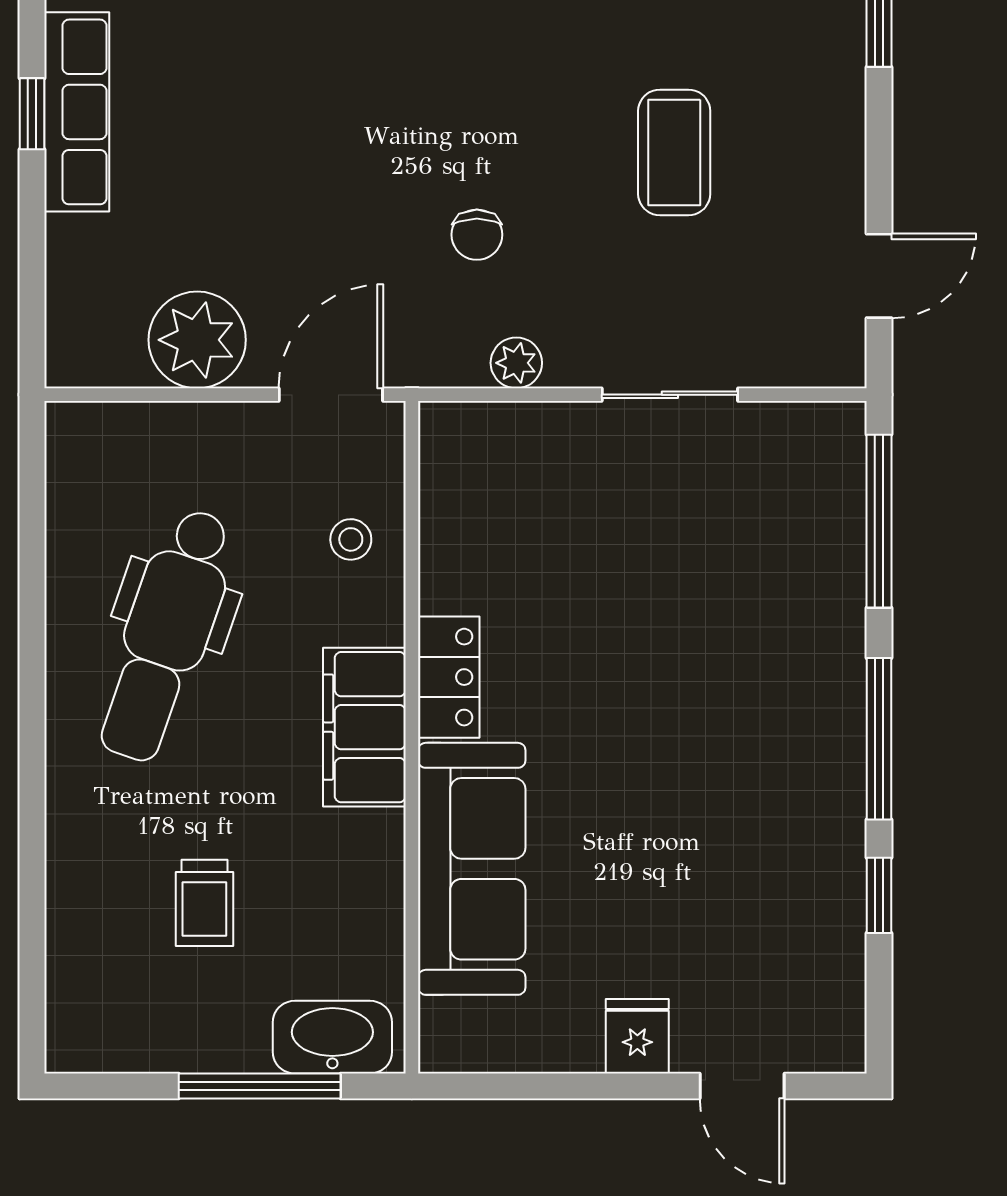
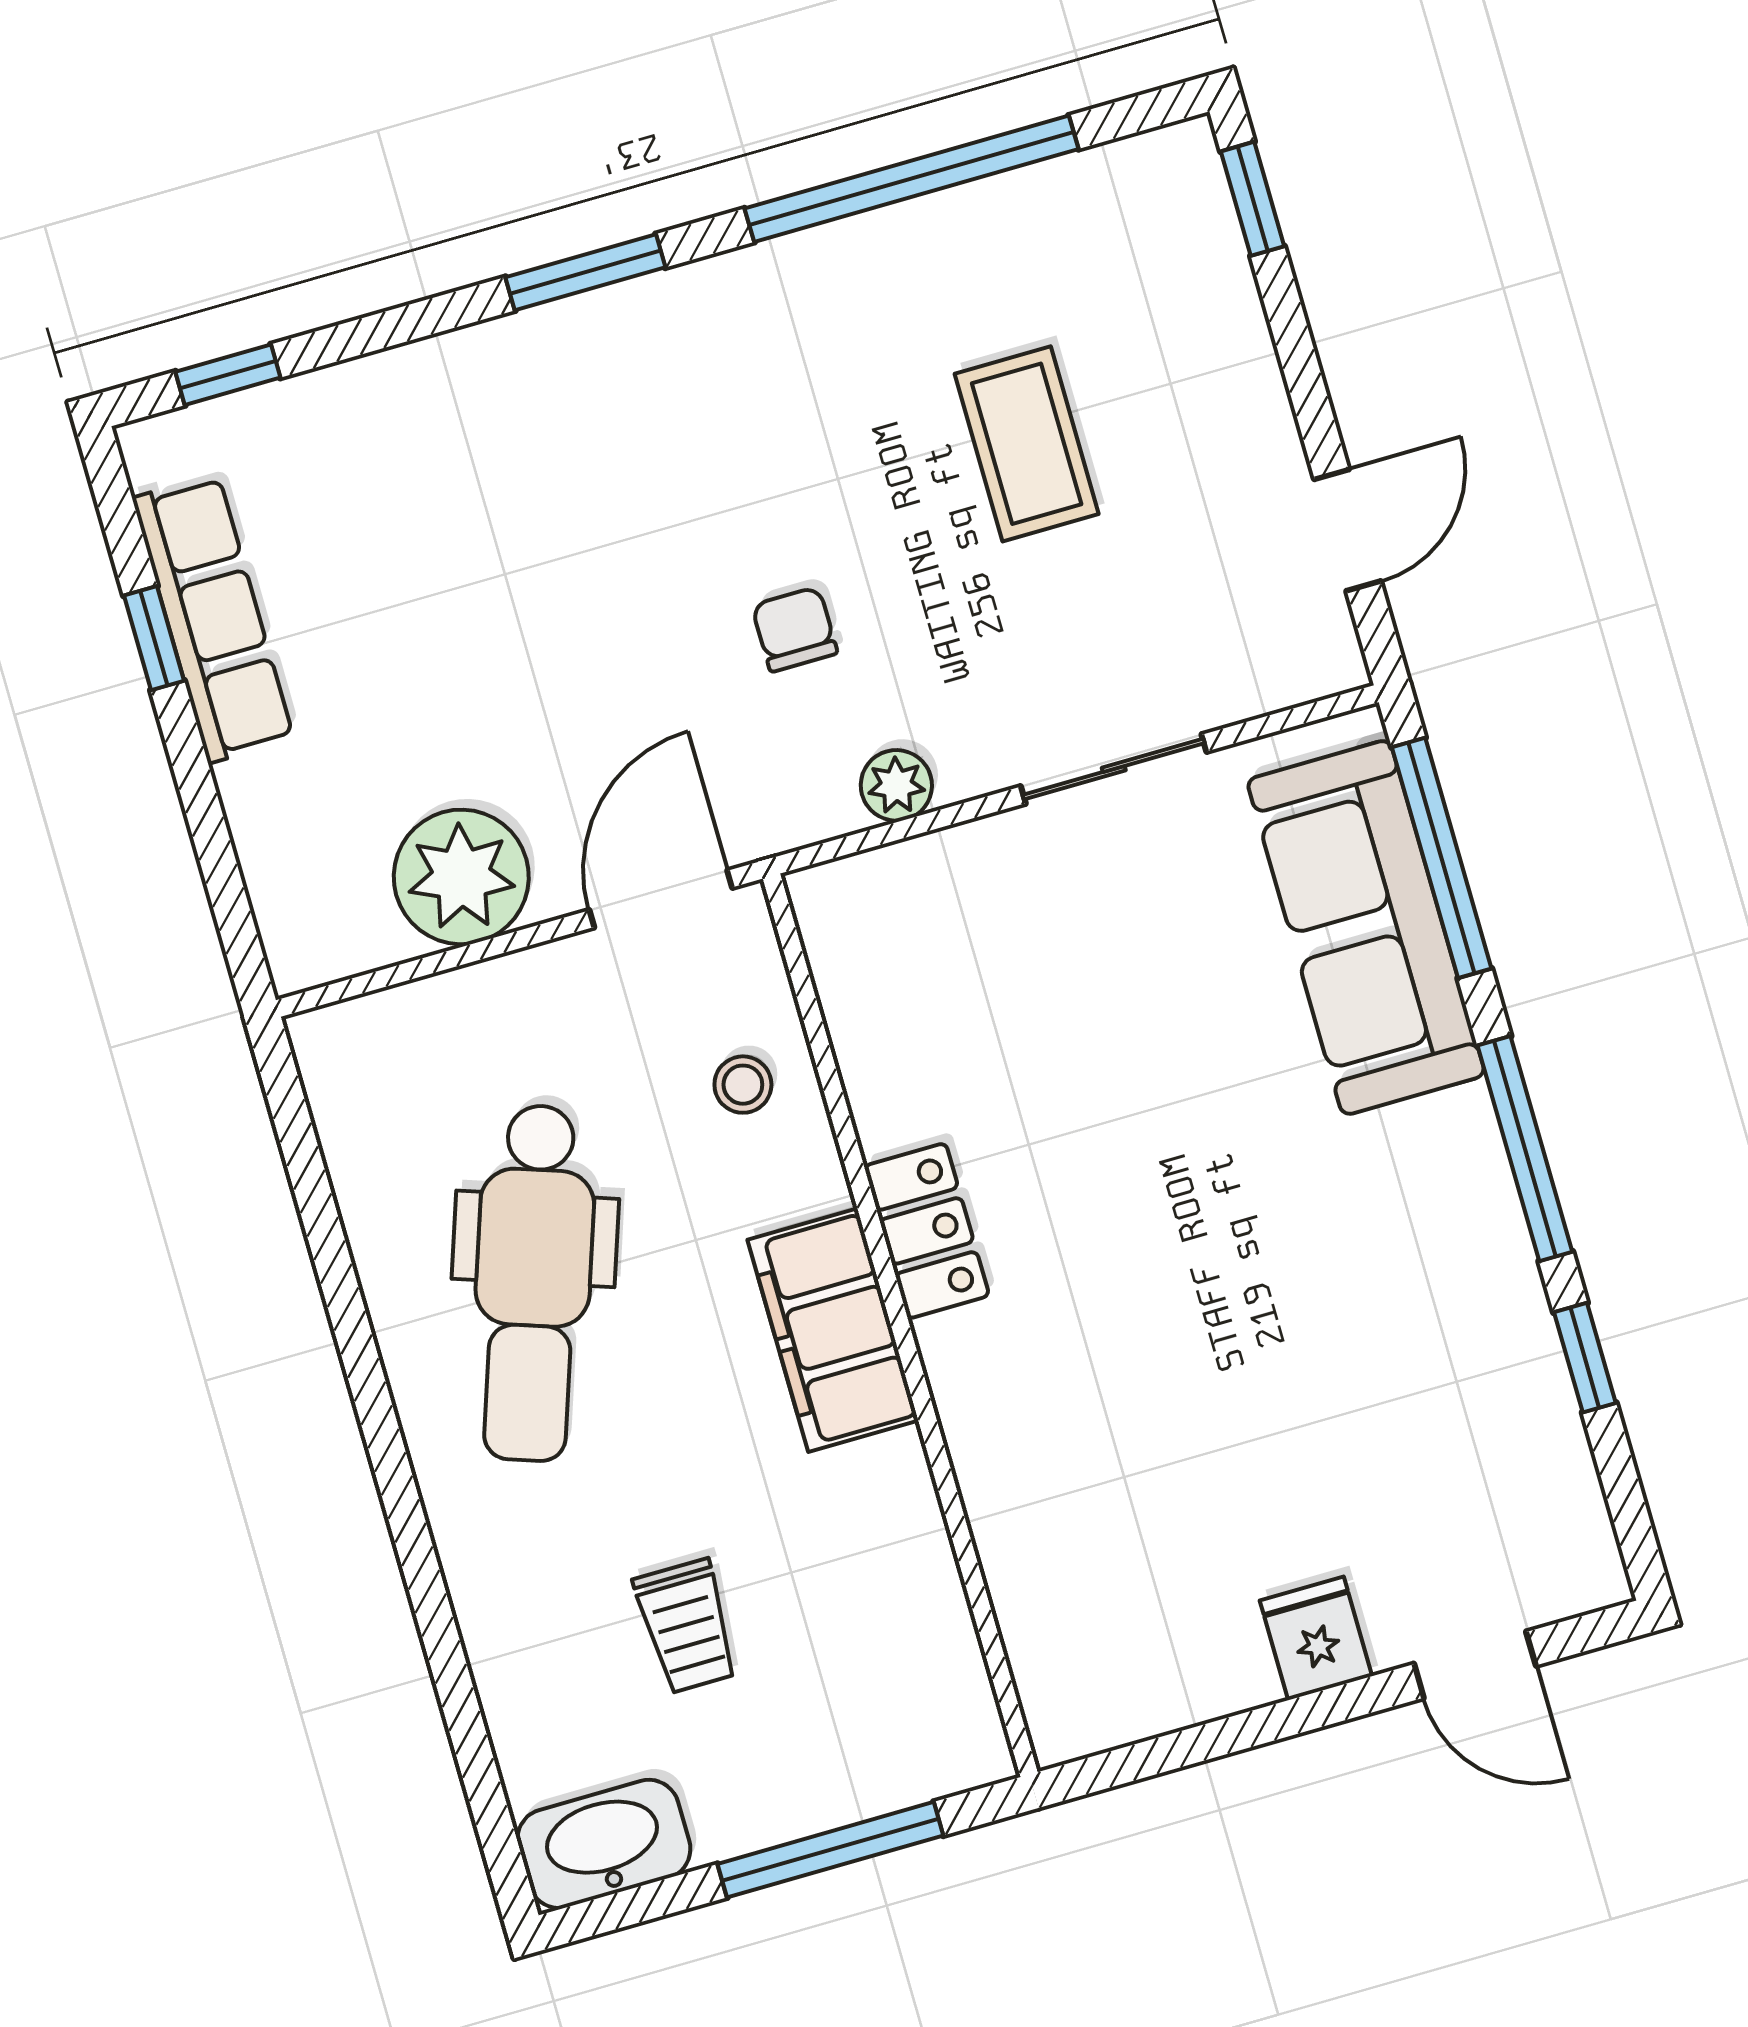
chair: (477, 235) -> (795, 629), turned 180
sofa: (472, 869) -> (1366, 927), moved, turned 180
washbasin: (332, 1037) -> (604, 1844), moved

